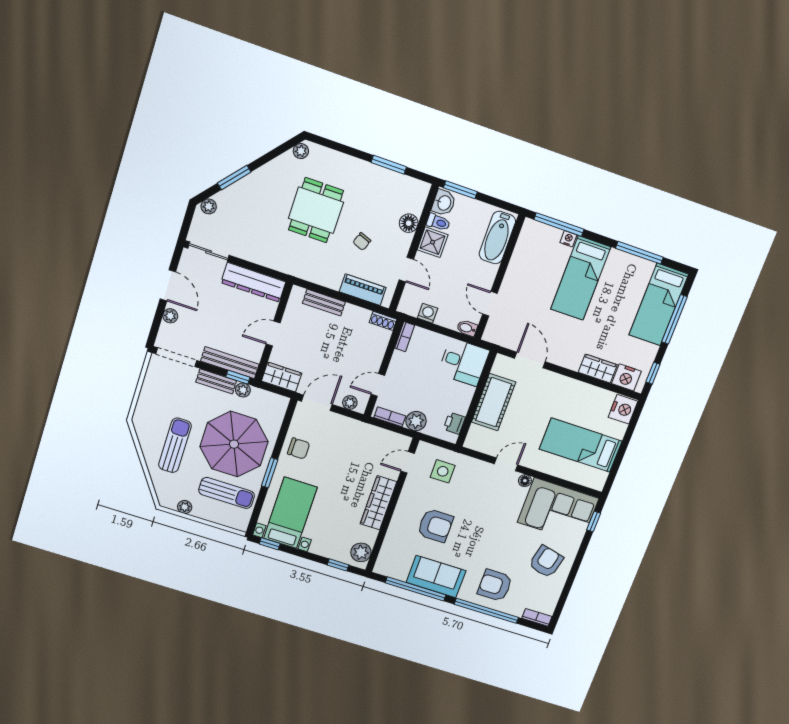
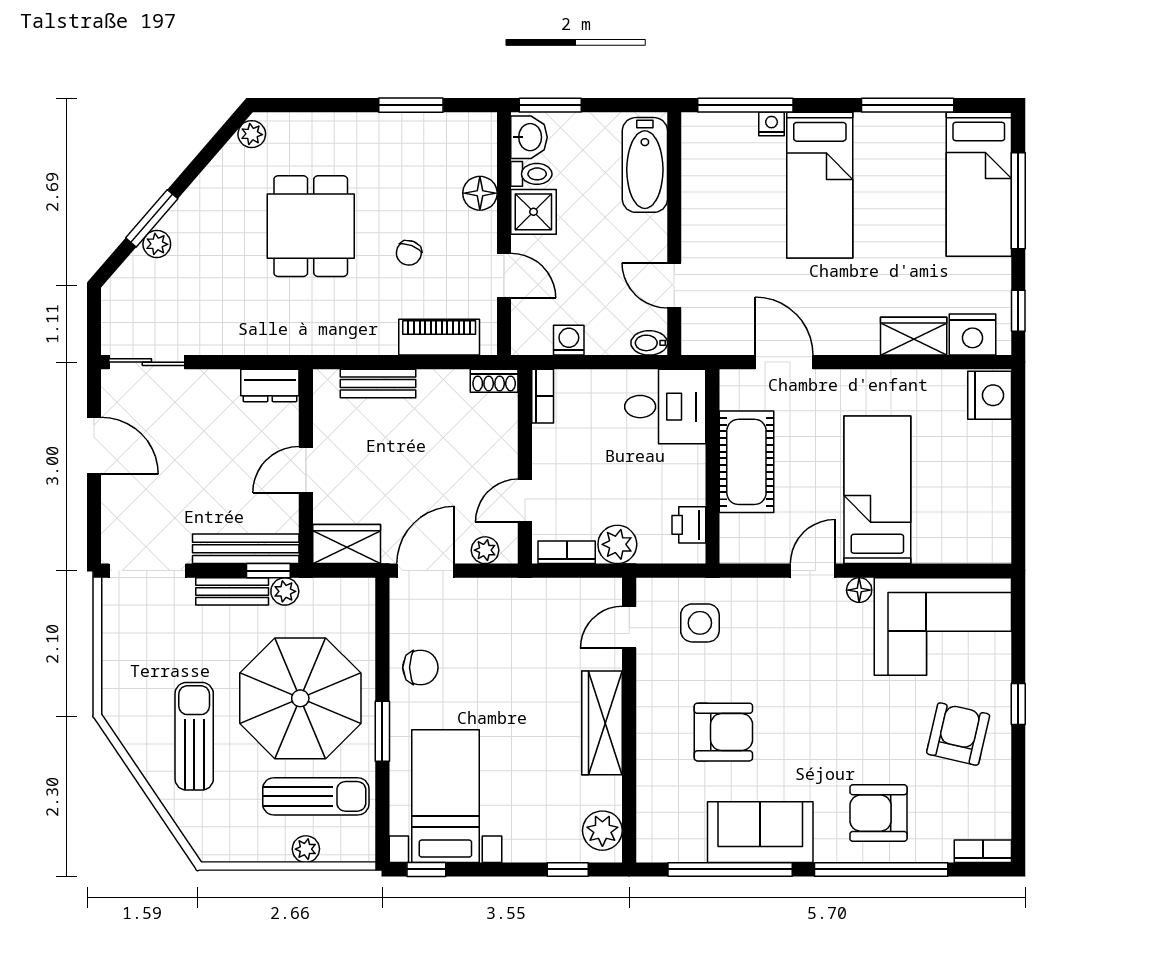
plant: (209, 206) -> (157, 244), moved
dresser: (253, 282) -> (270, 385), width x0.51, depth x0.80
plant: (170, 316) -> (115, 499), removed
bed: (581, 445) -> (877, 490), moved, turned 90
plant: (185, 507) -> (306, 849), moved
window: (594, 522) -> (1018, 704), moved

